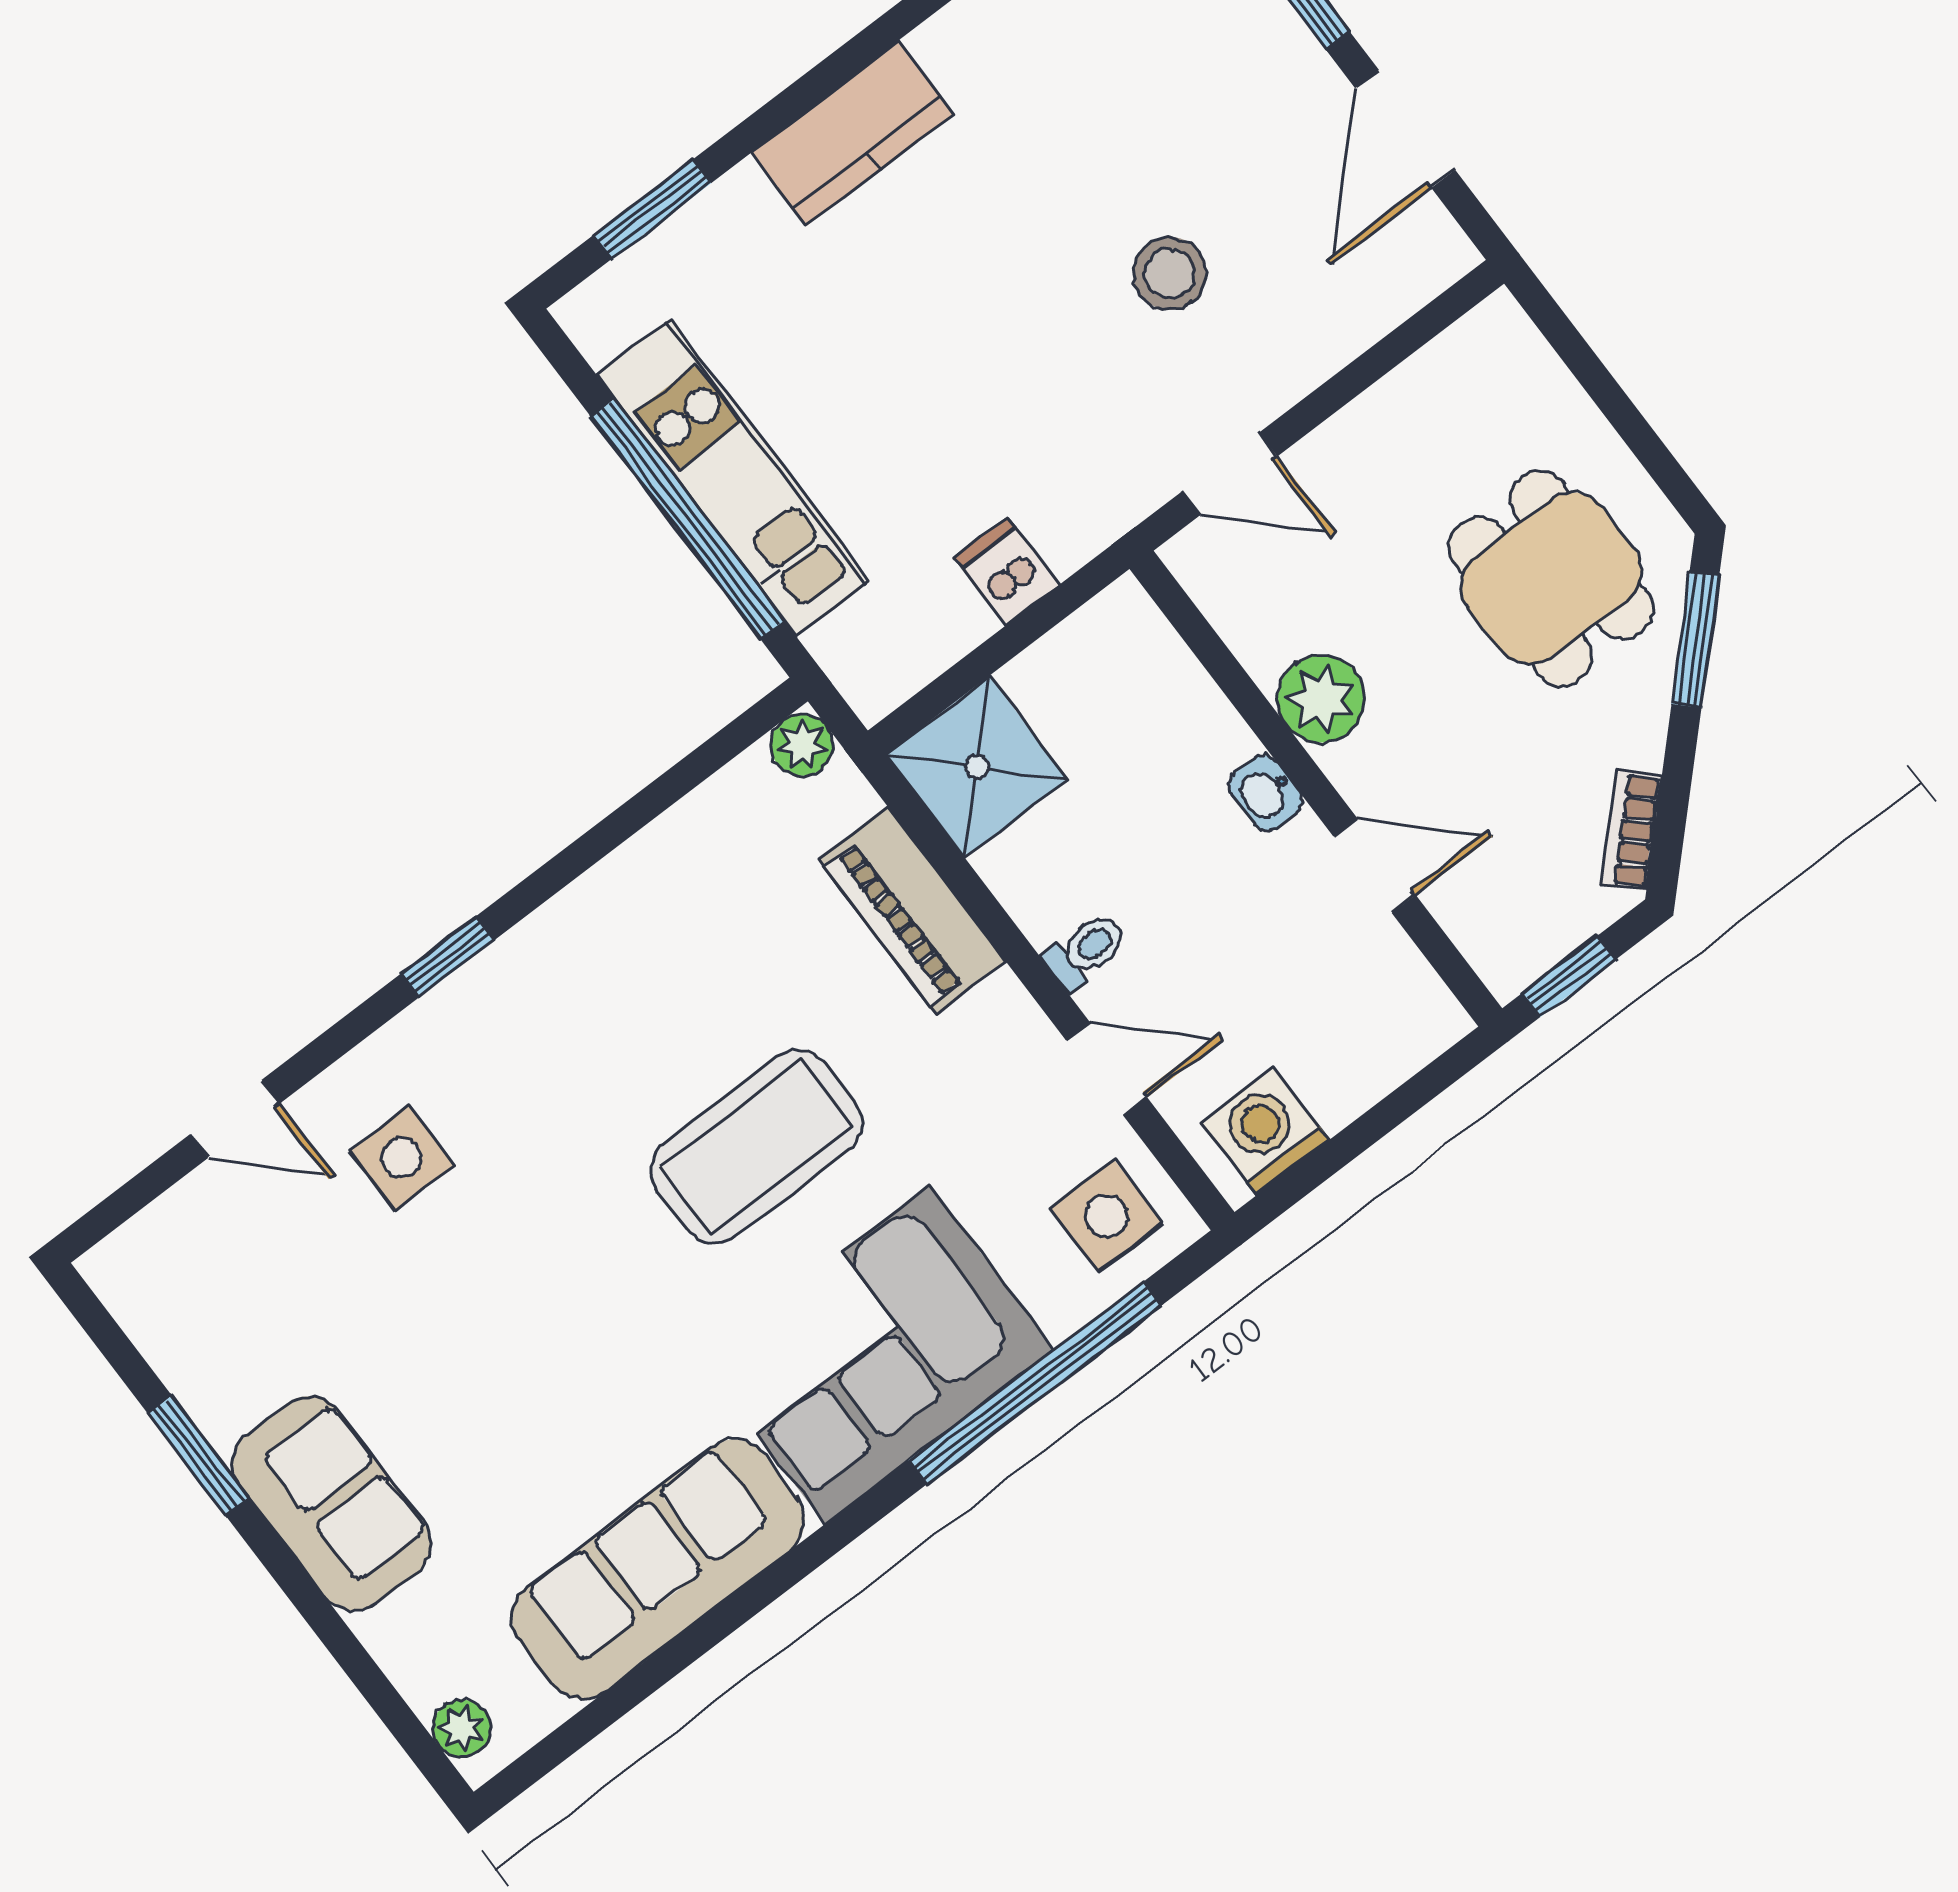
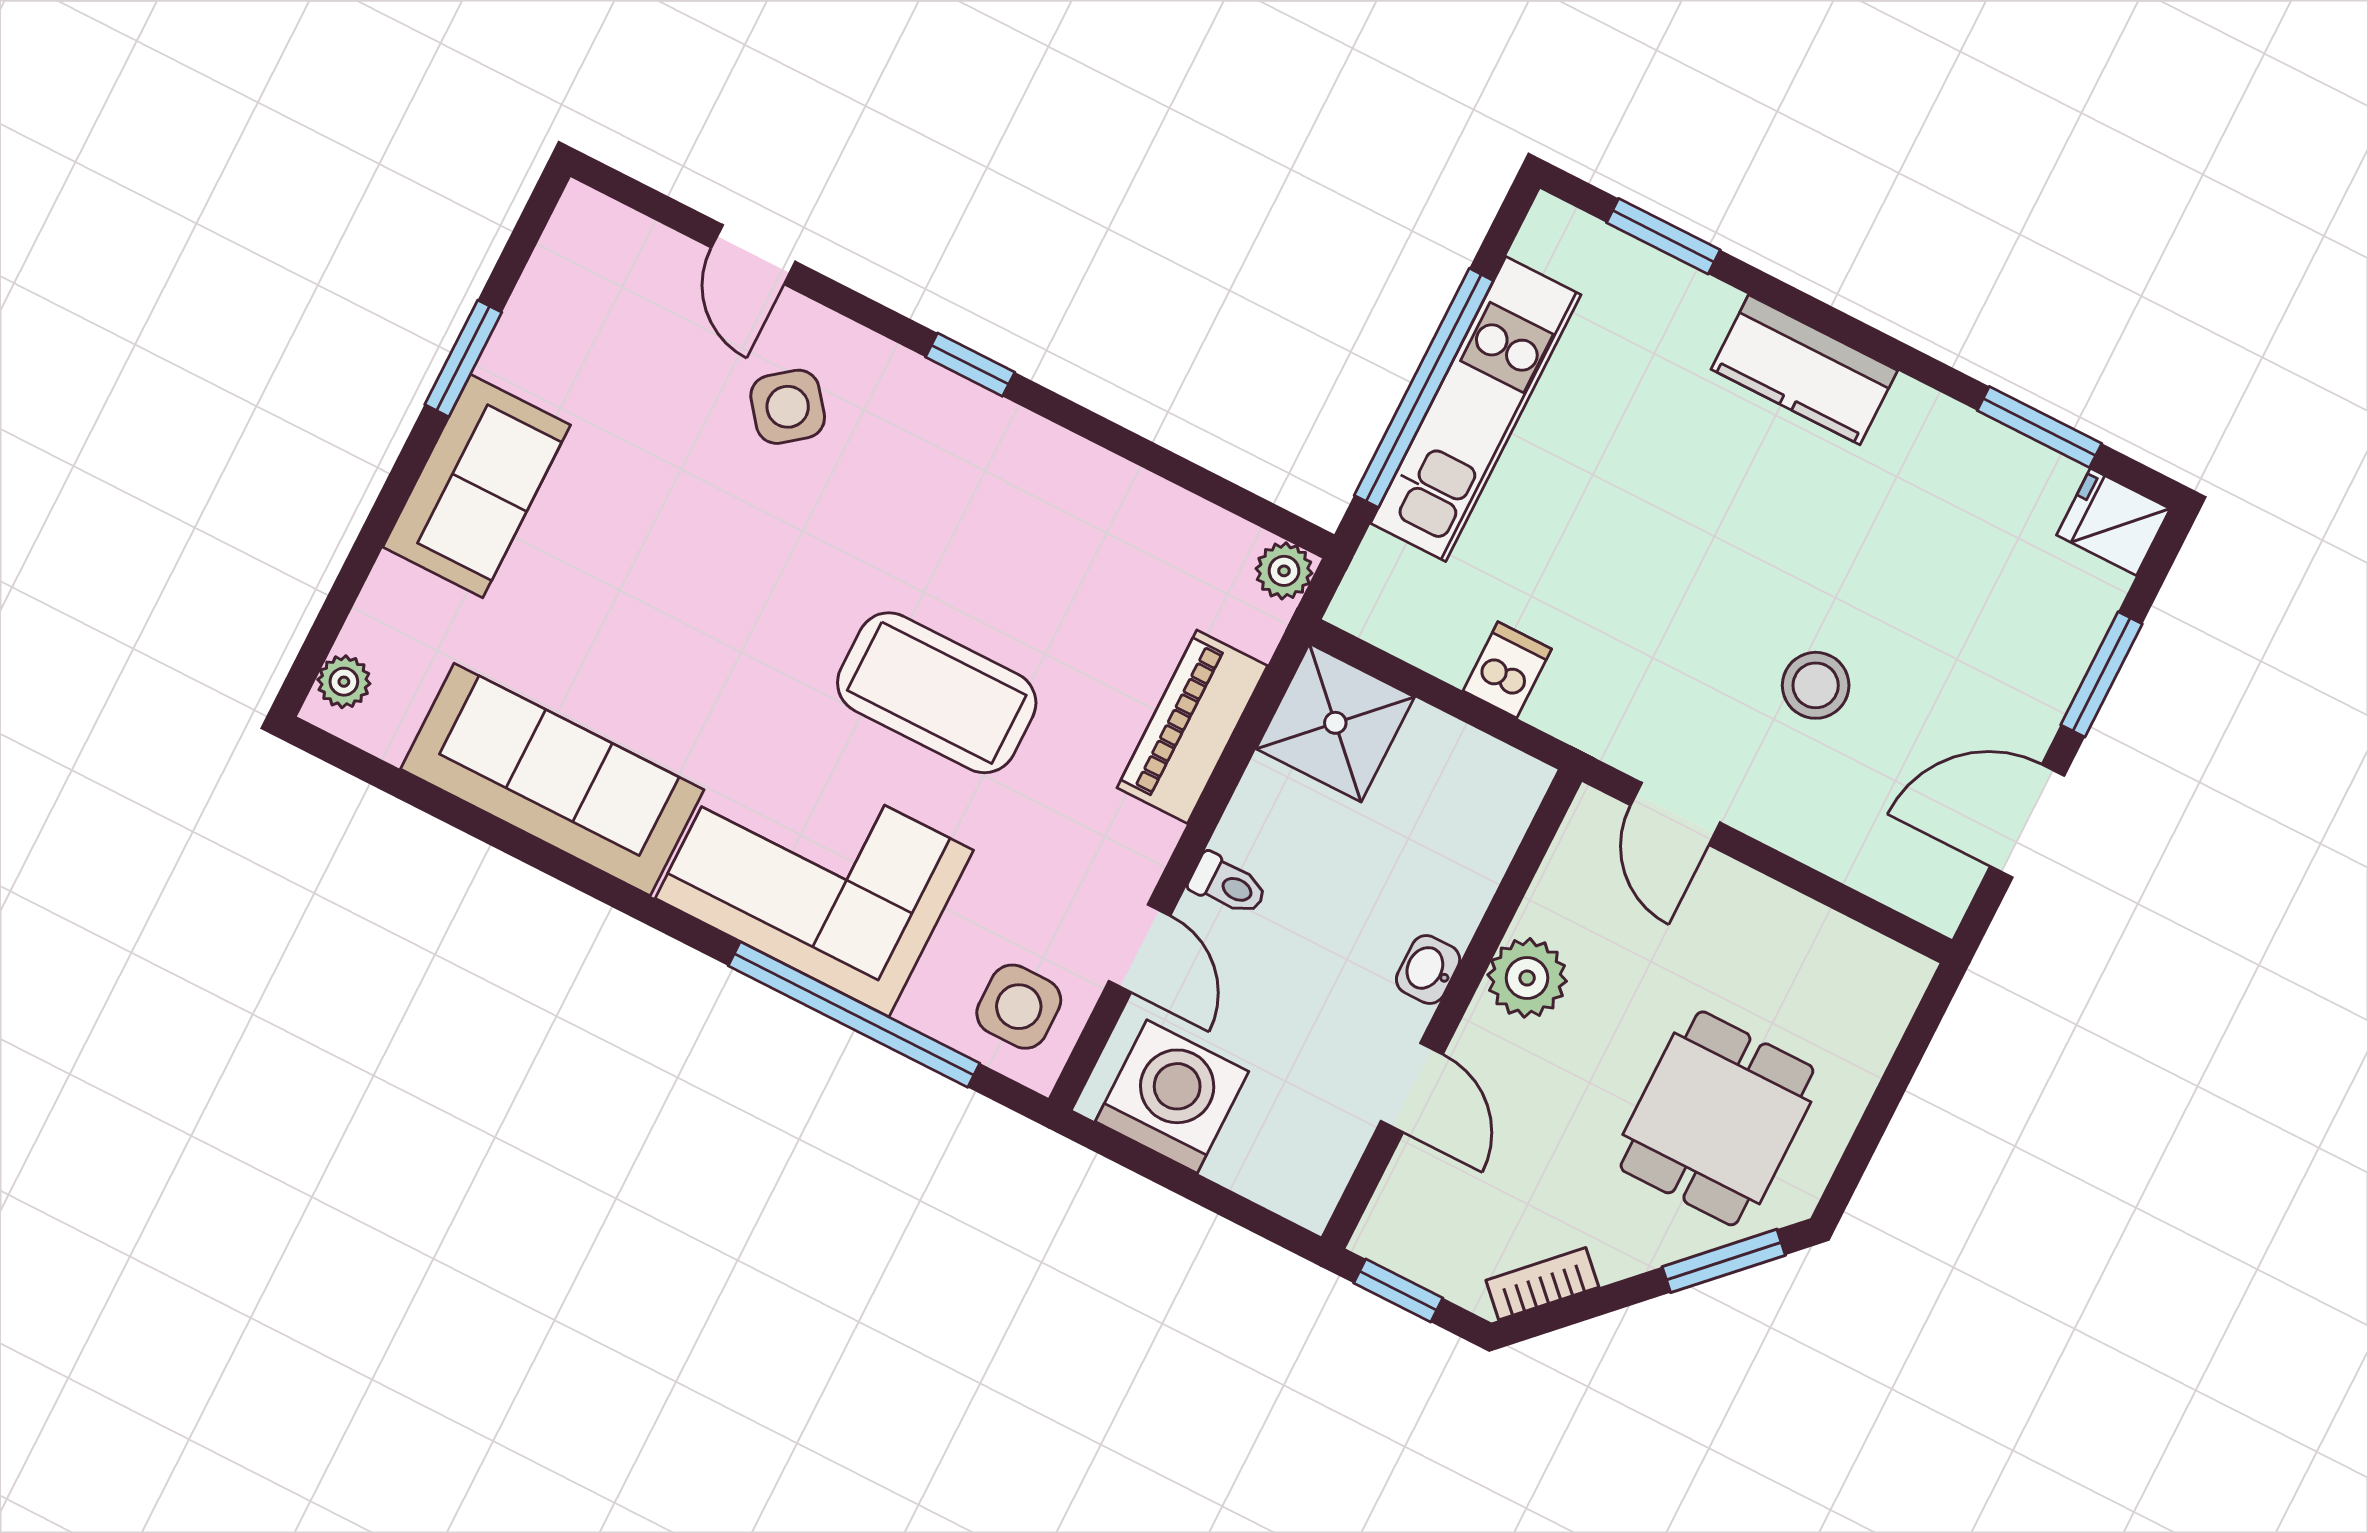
washing machine: (1265, 1131) -> (1172, 1097), width x1.37, depth x1.37
side table: (402, 1158) -> (788, 407), turned -38

